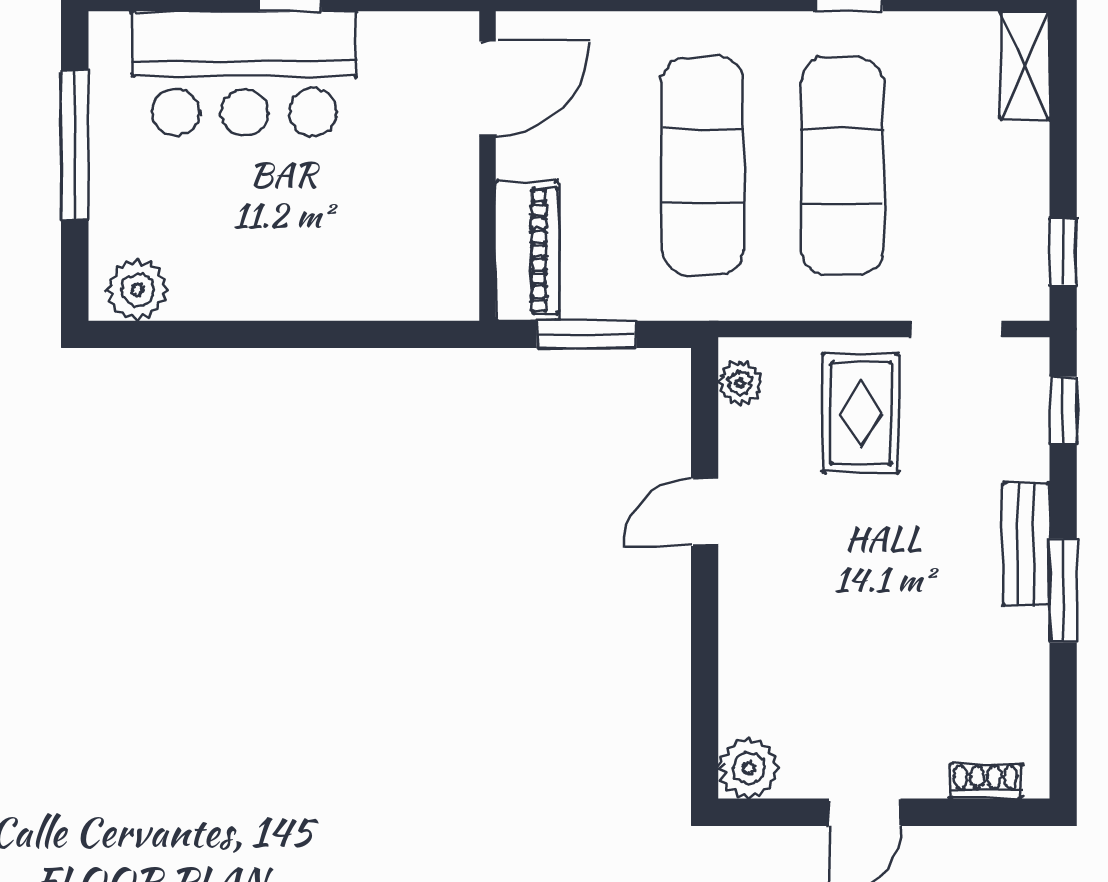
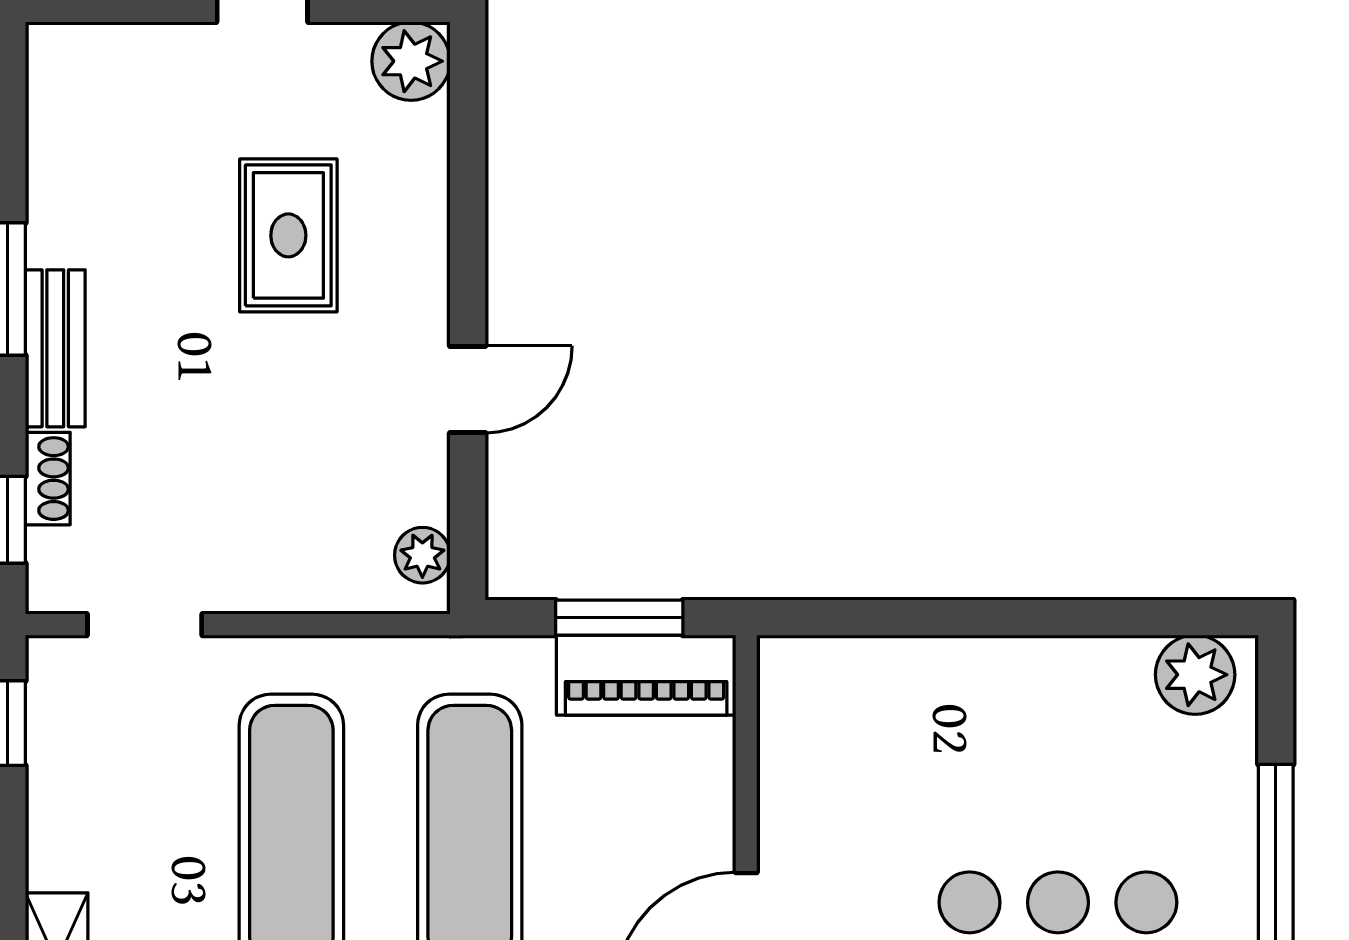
piano: (527, 251) -> (646, 675), moved, turned -90
rug: (861, 413) -> (288, 235), moved
shoe rack: (986, 781) -> (48, 479), moved, turned -90

